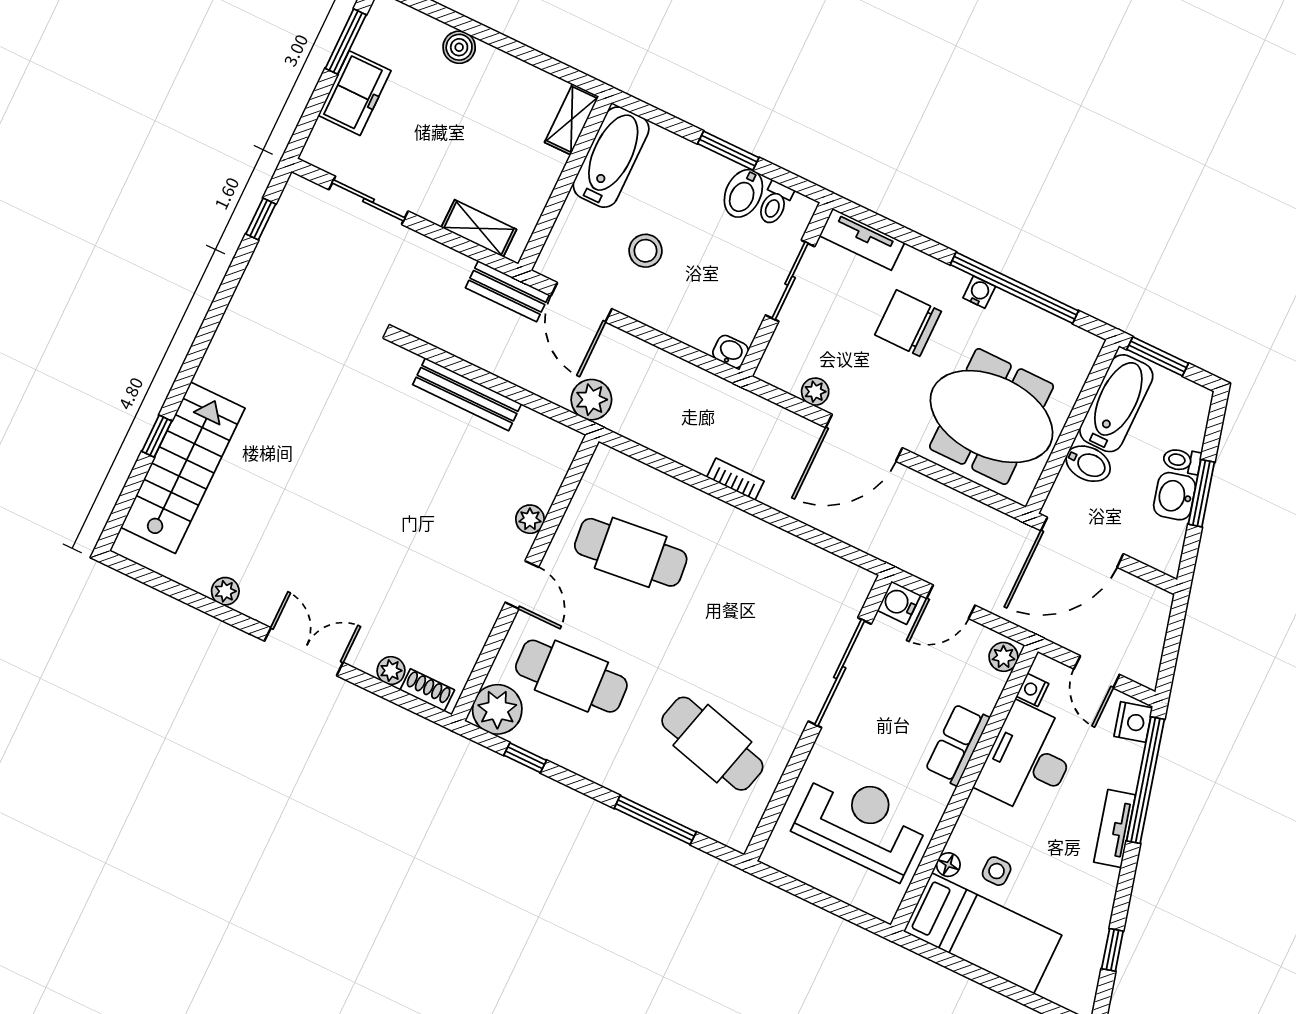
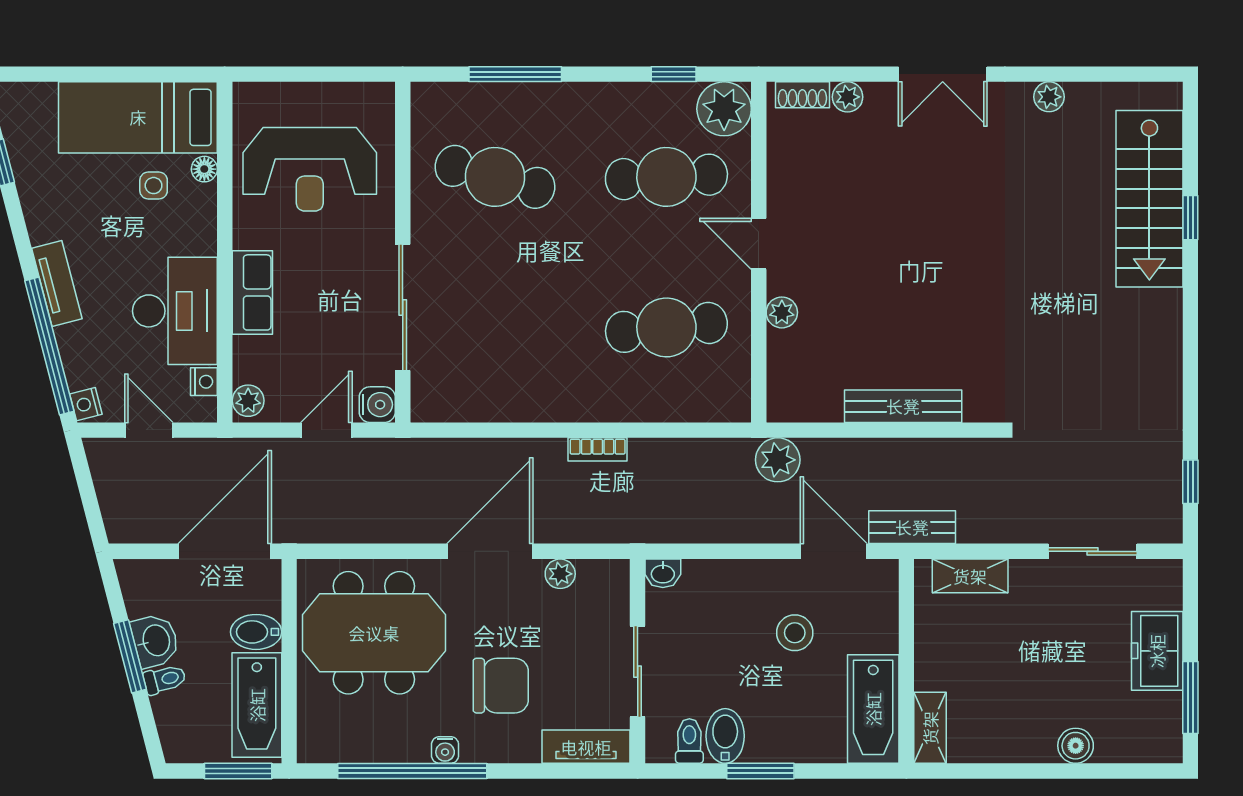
nightstand: (1133, 722) -> (86, 404), width x0.72, depth x0.74

